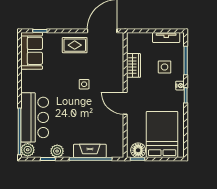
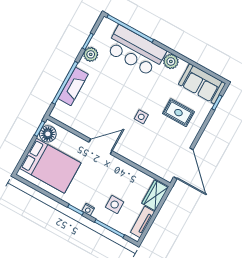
rug: (75, 45) -> (178, 113), moved, turned 90
wardrobe: (133, 65) -> (155, 195), moved, turned 90
plant: (28, 150) -> (171, 61), moved

